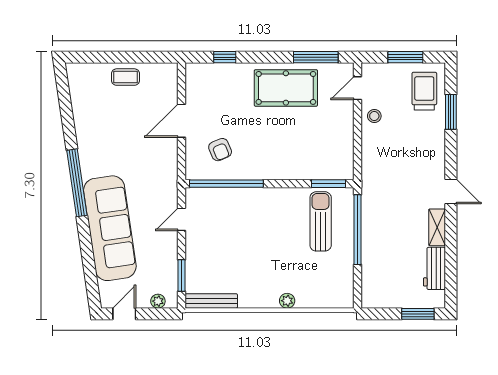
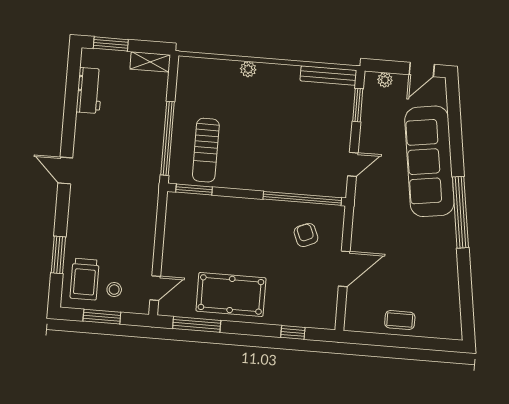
stool: (374, 116) -> (114, 290), moved
shelving: (437, 227) -> (150, 62), moved, turned 90

